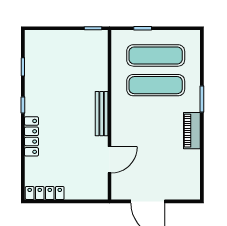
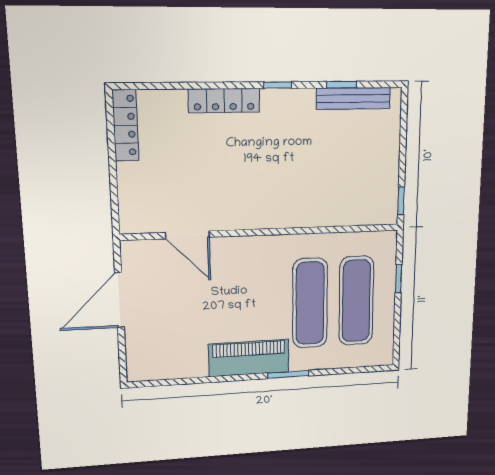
bench: (102, 114) -> (353, 98), moved
piano: (192, 131) -> (249, 358), width x1.37, depth x1.33

